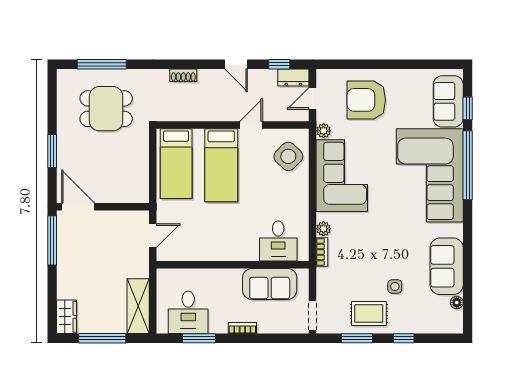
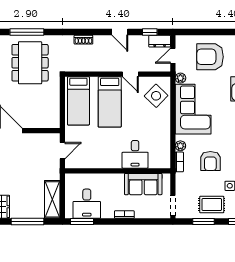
dining table: (106, 109) -> (30, 63), width x1.38
door: (251, 125) -> (130, 74), swing flipped
desk: (278, 241) -> (135, 154), moved
armchair: (367, 251) -> (210, 161), added
window: (199, 338) -> (82, 222), moved

